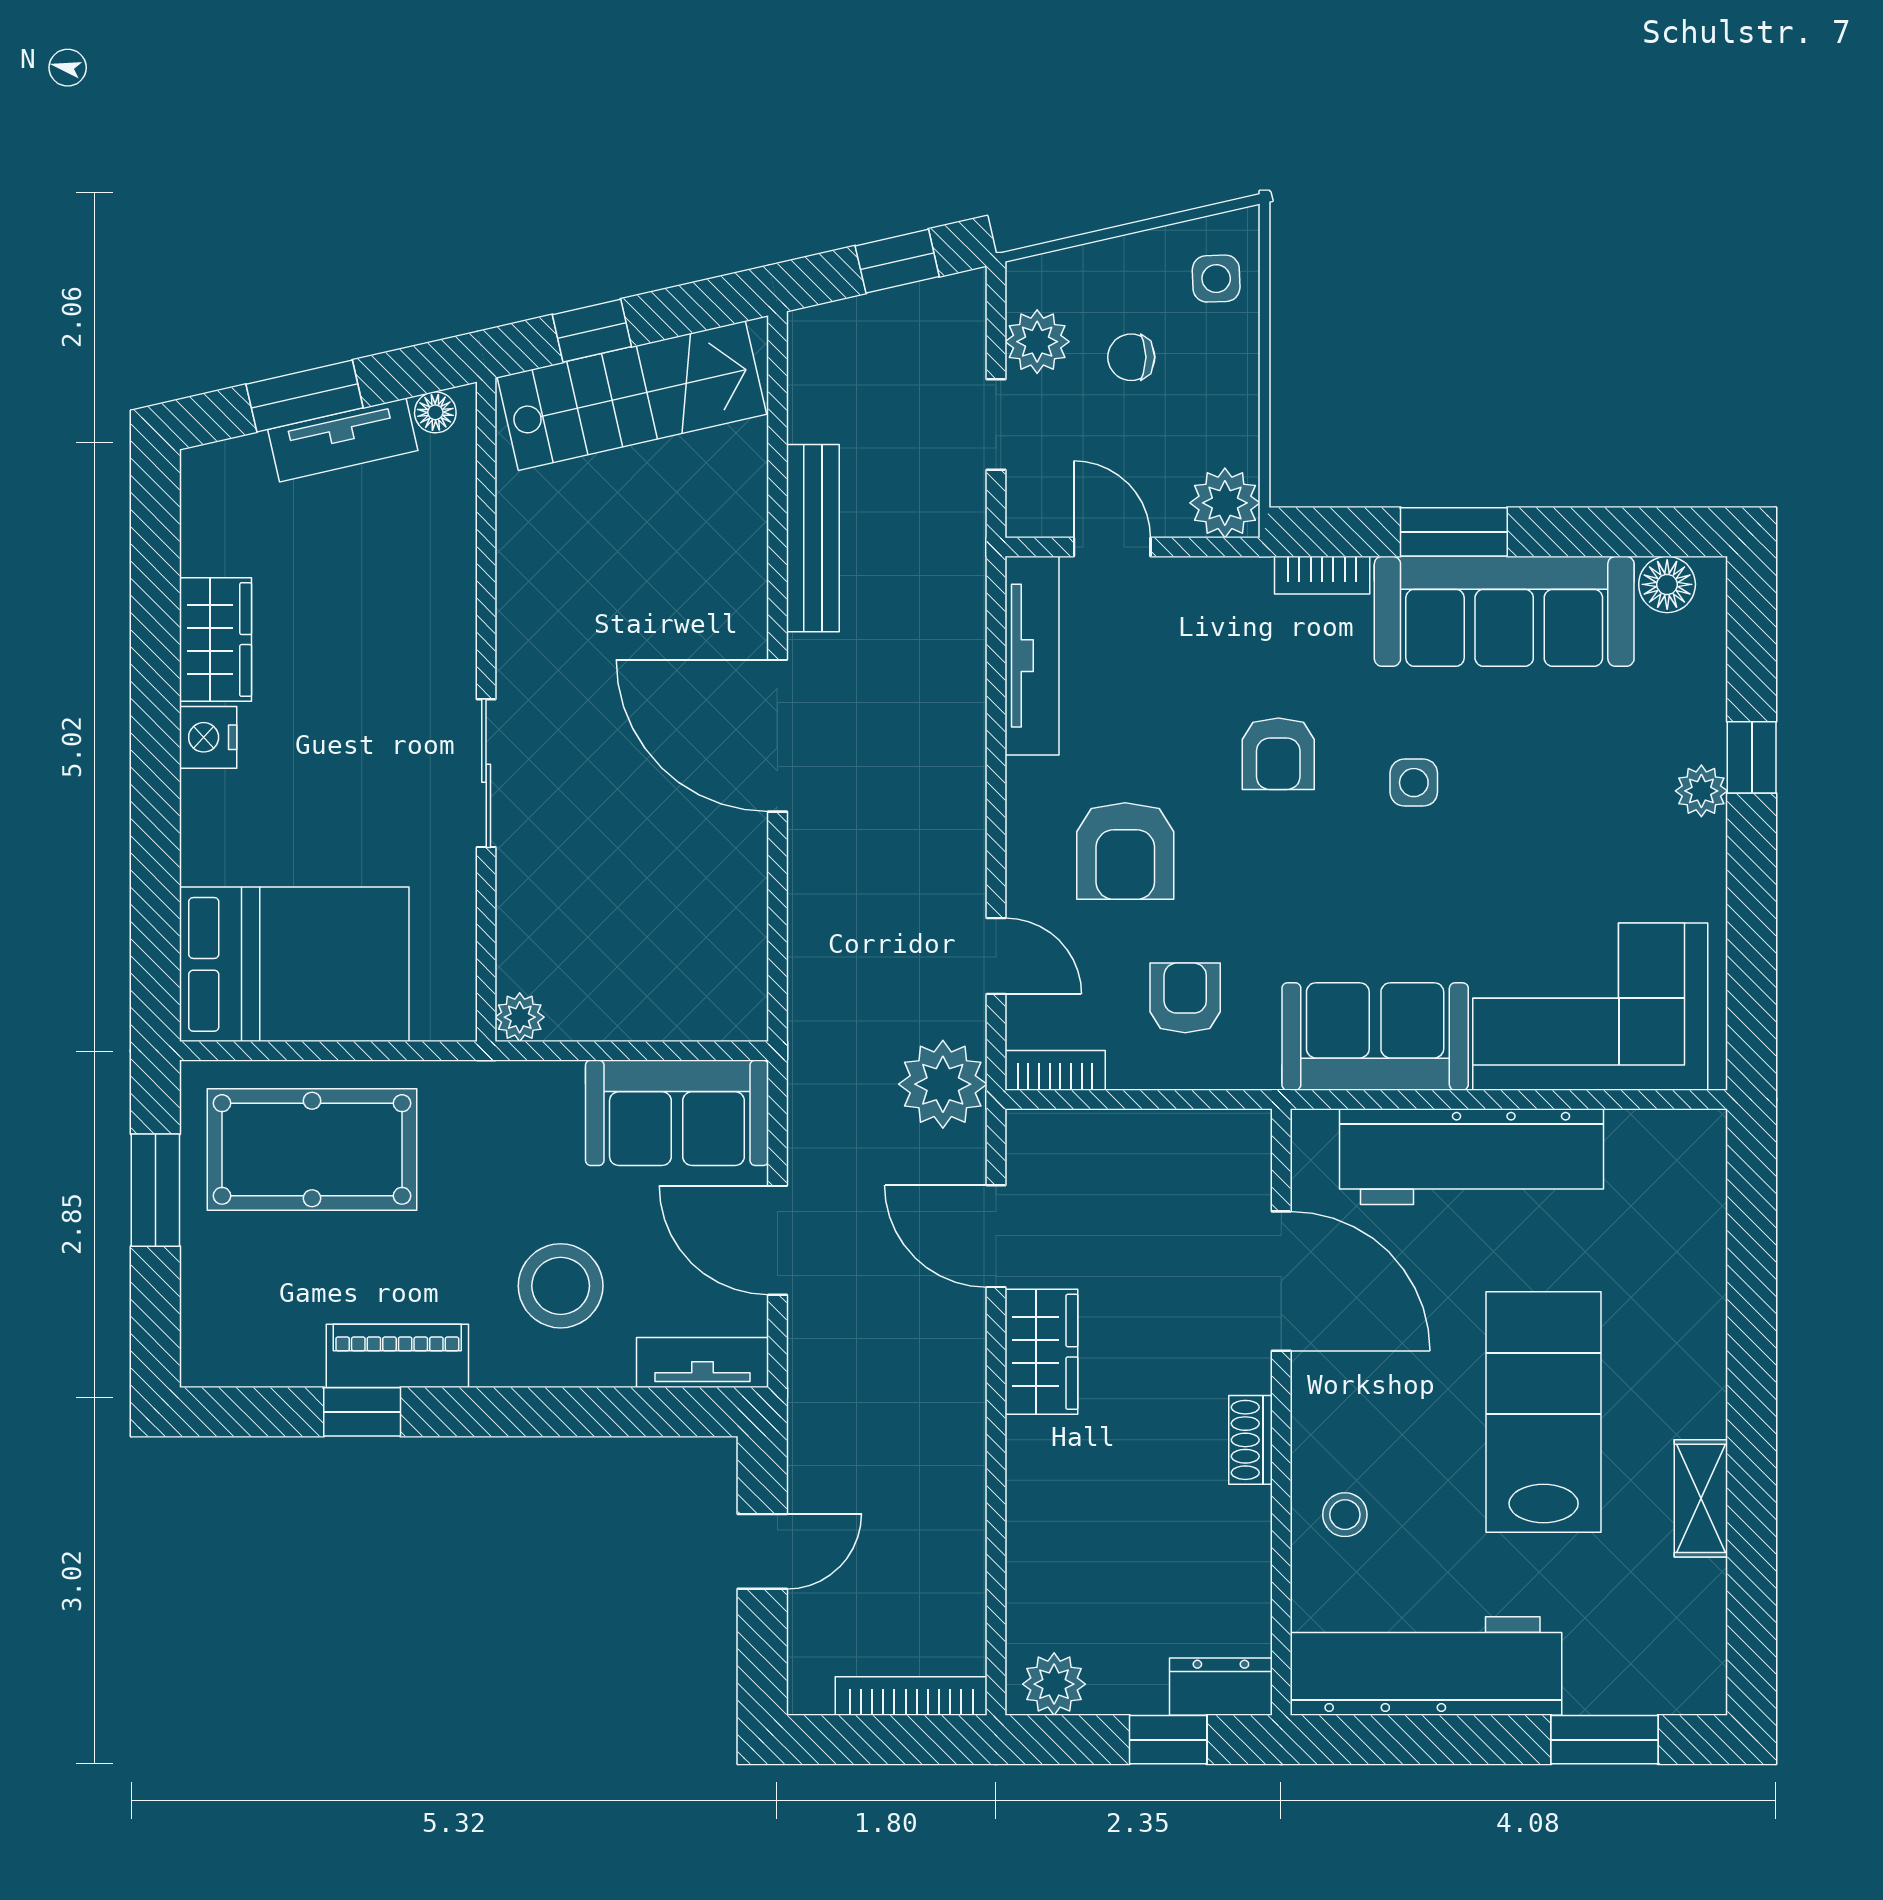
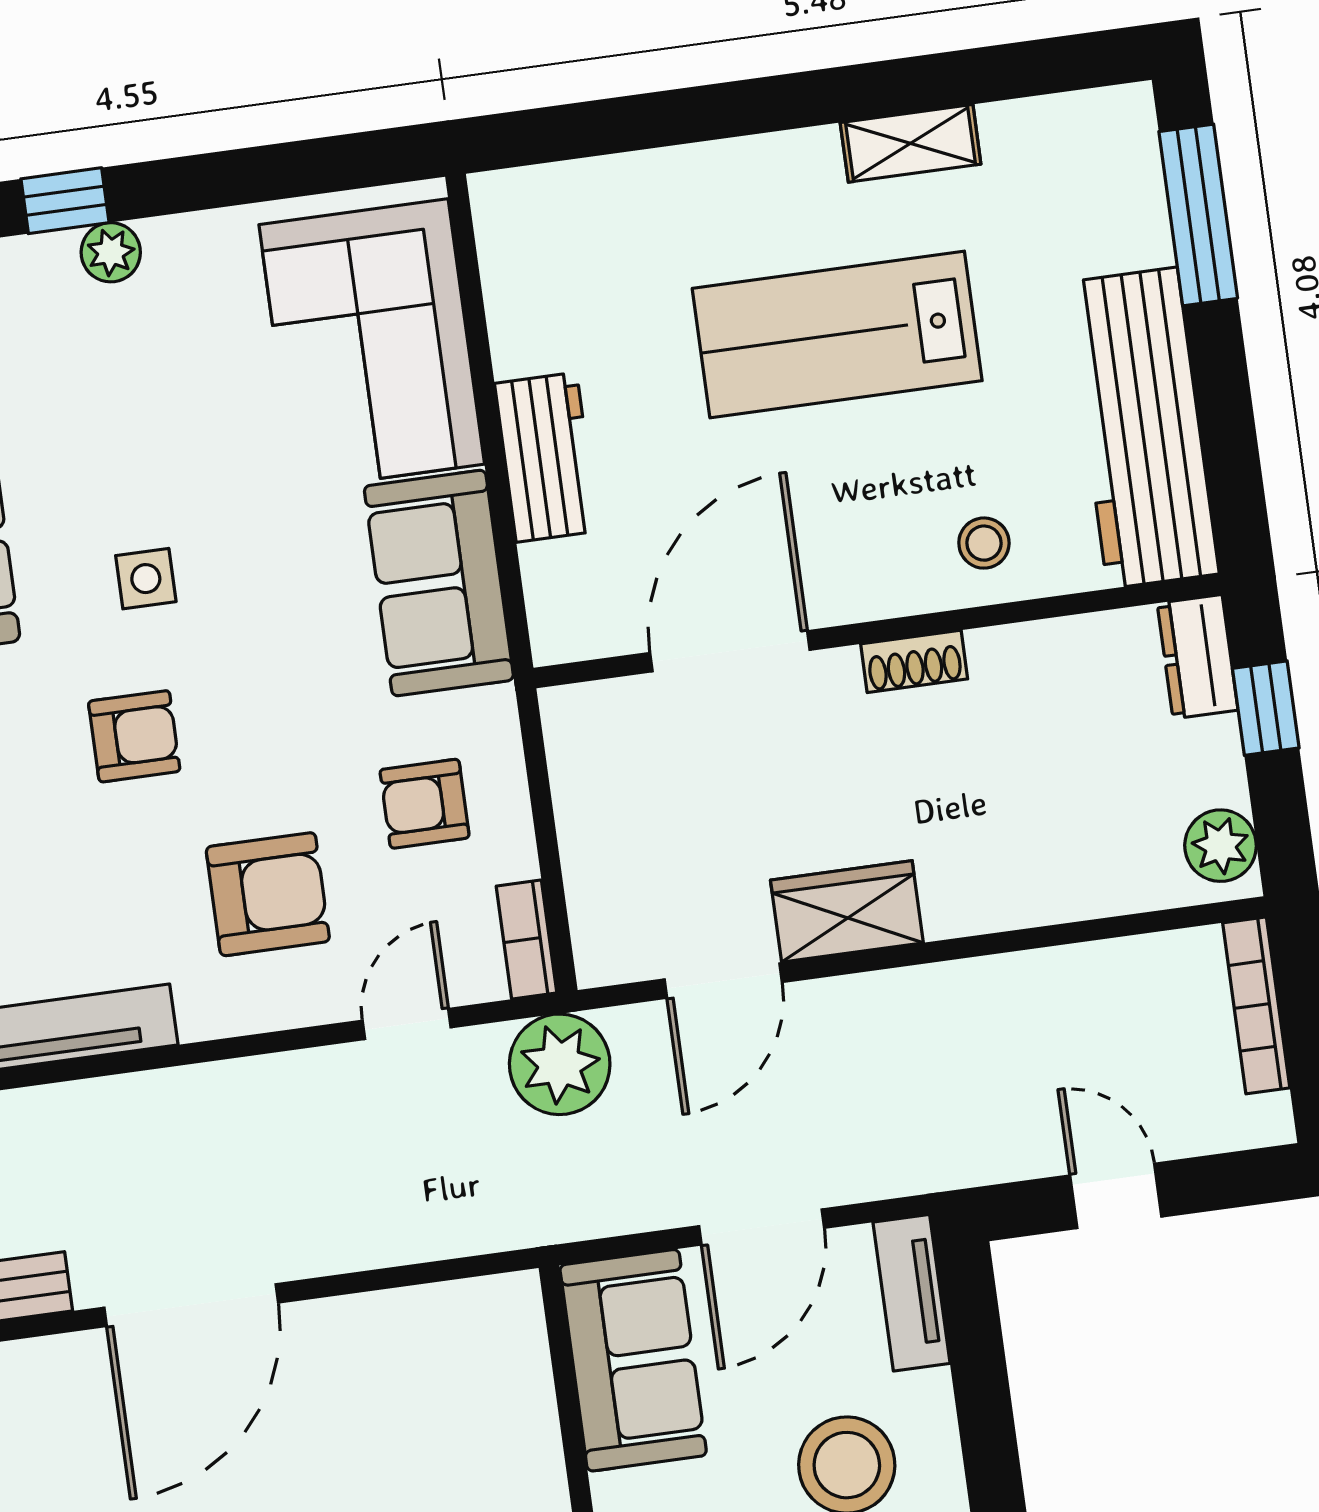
workbench: (1471, 1157) -> (546, 457), width x0.53, depth x0.76
window: (1604, 1740) -> (1198, 215), width x1.44

